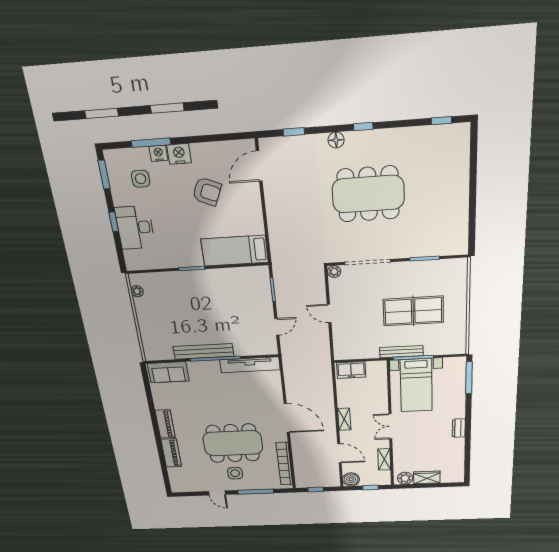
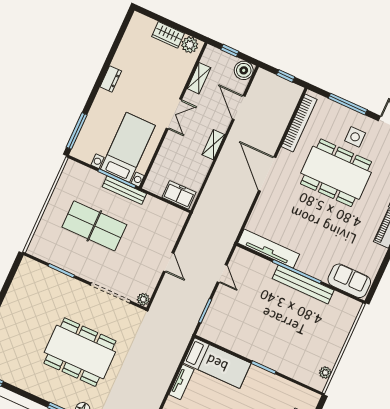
tv unit: (256, 217) -> (182, 382), added
door: (277, 327) -> (222, 274), swing flipped

